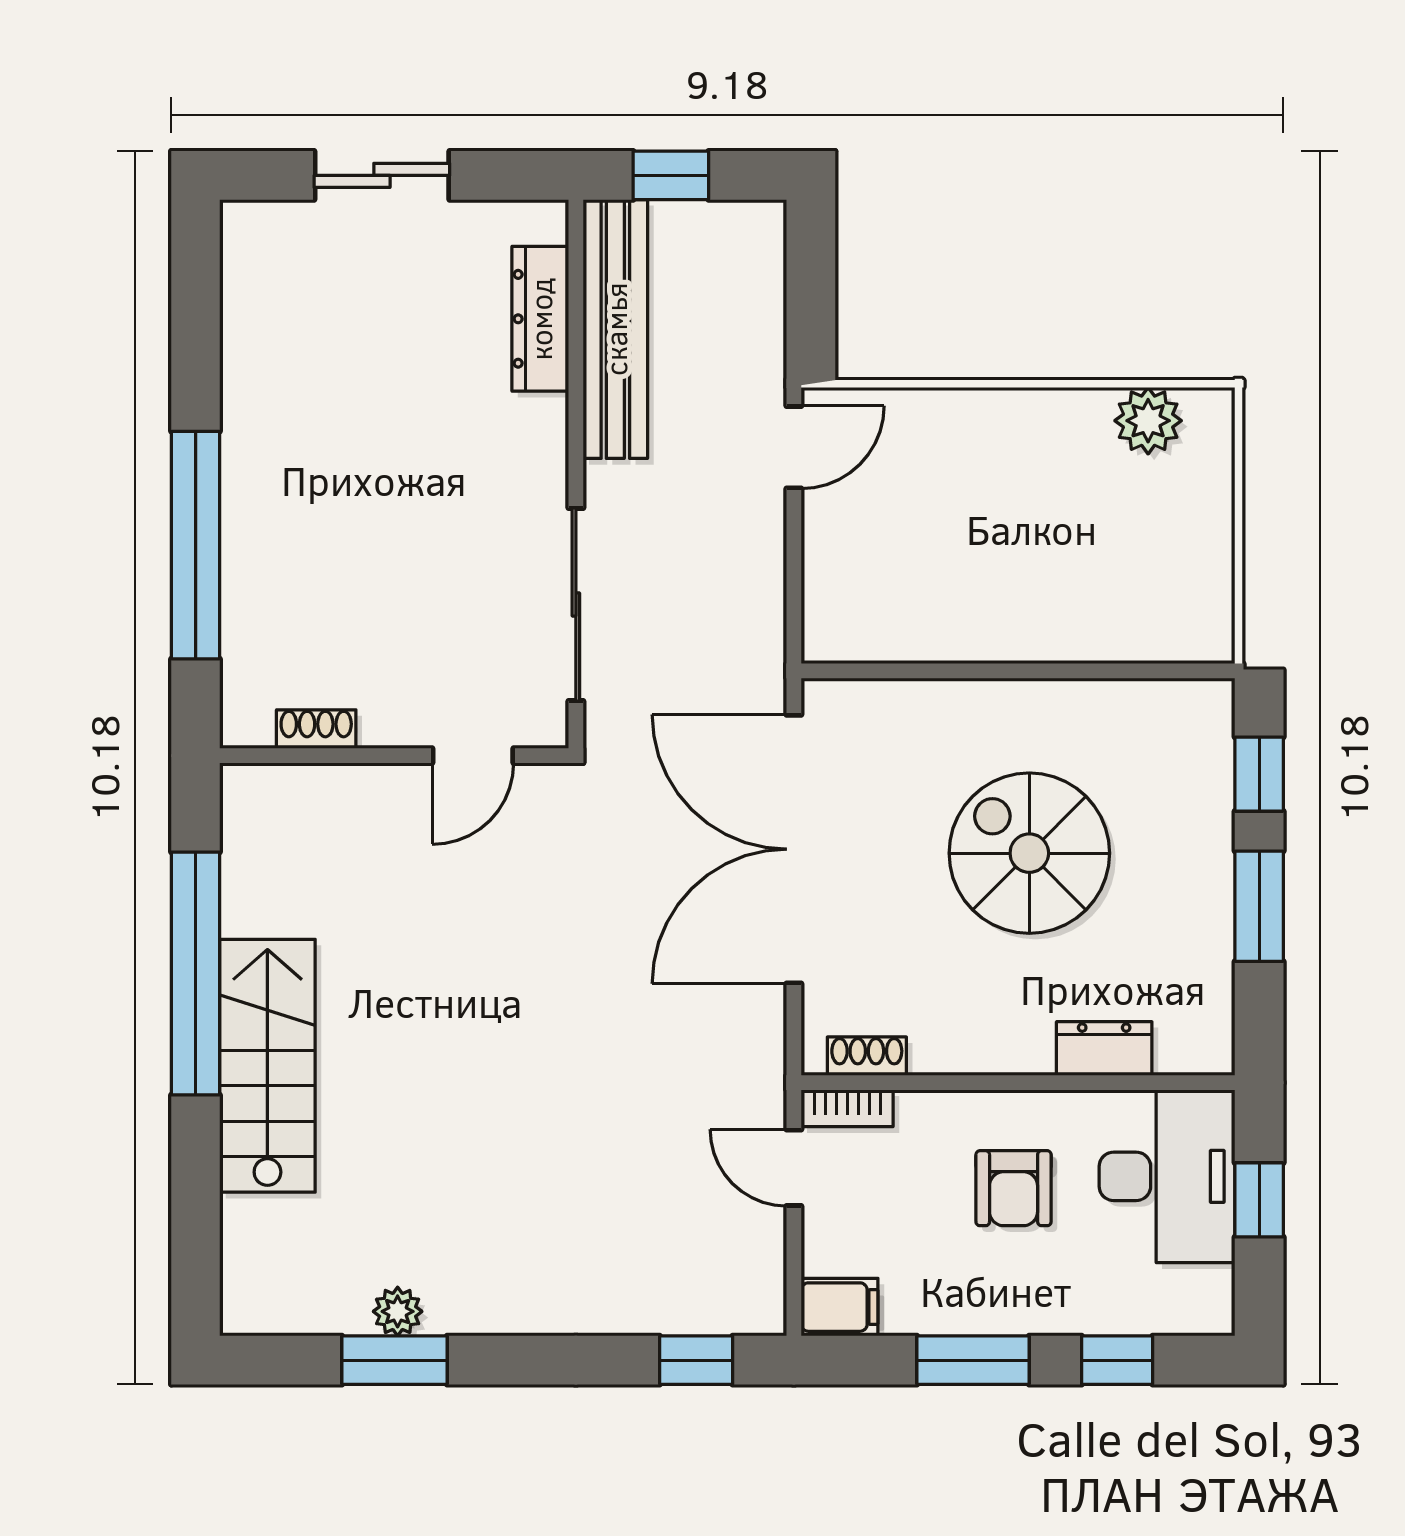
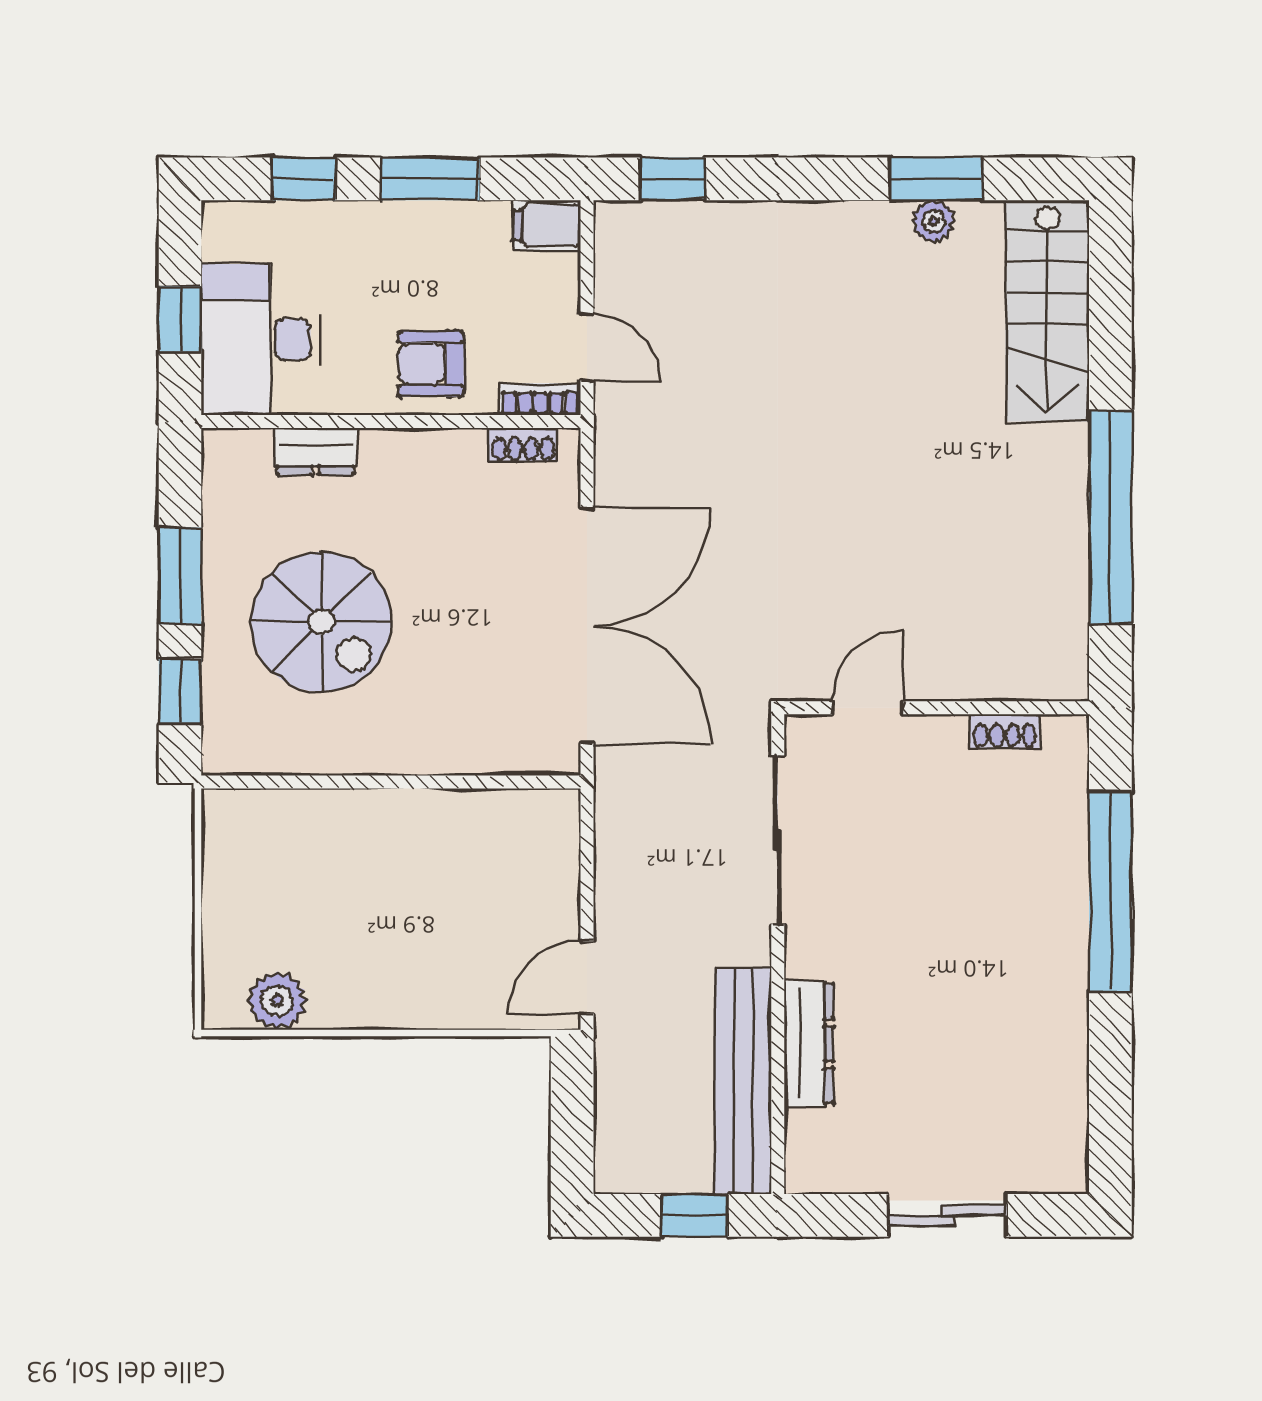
dresser: (540, 319) -> (809, 1044), moved
spiral stairs: (1029, 853) -> (321, 622), moved
stairs: (267, 1066) -> (1047, 311), moved
armchair: (1014, 1188) -> (431, 364), moved, turned -90

